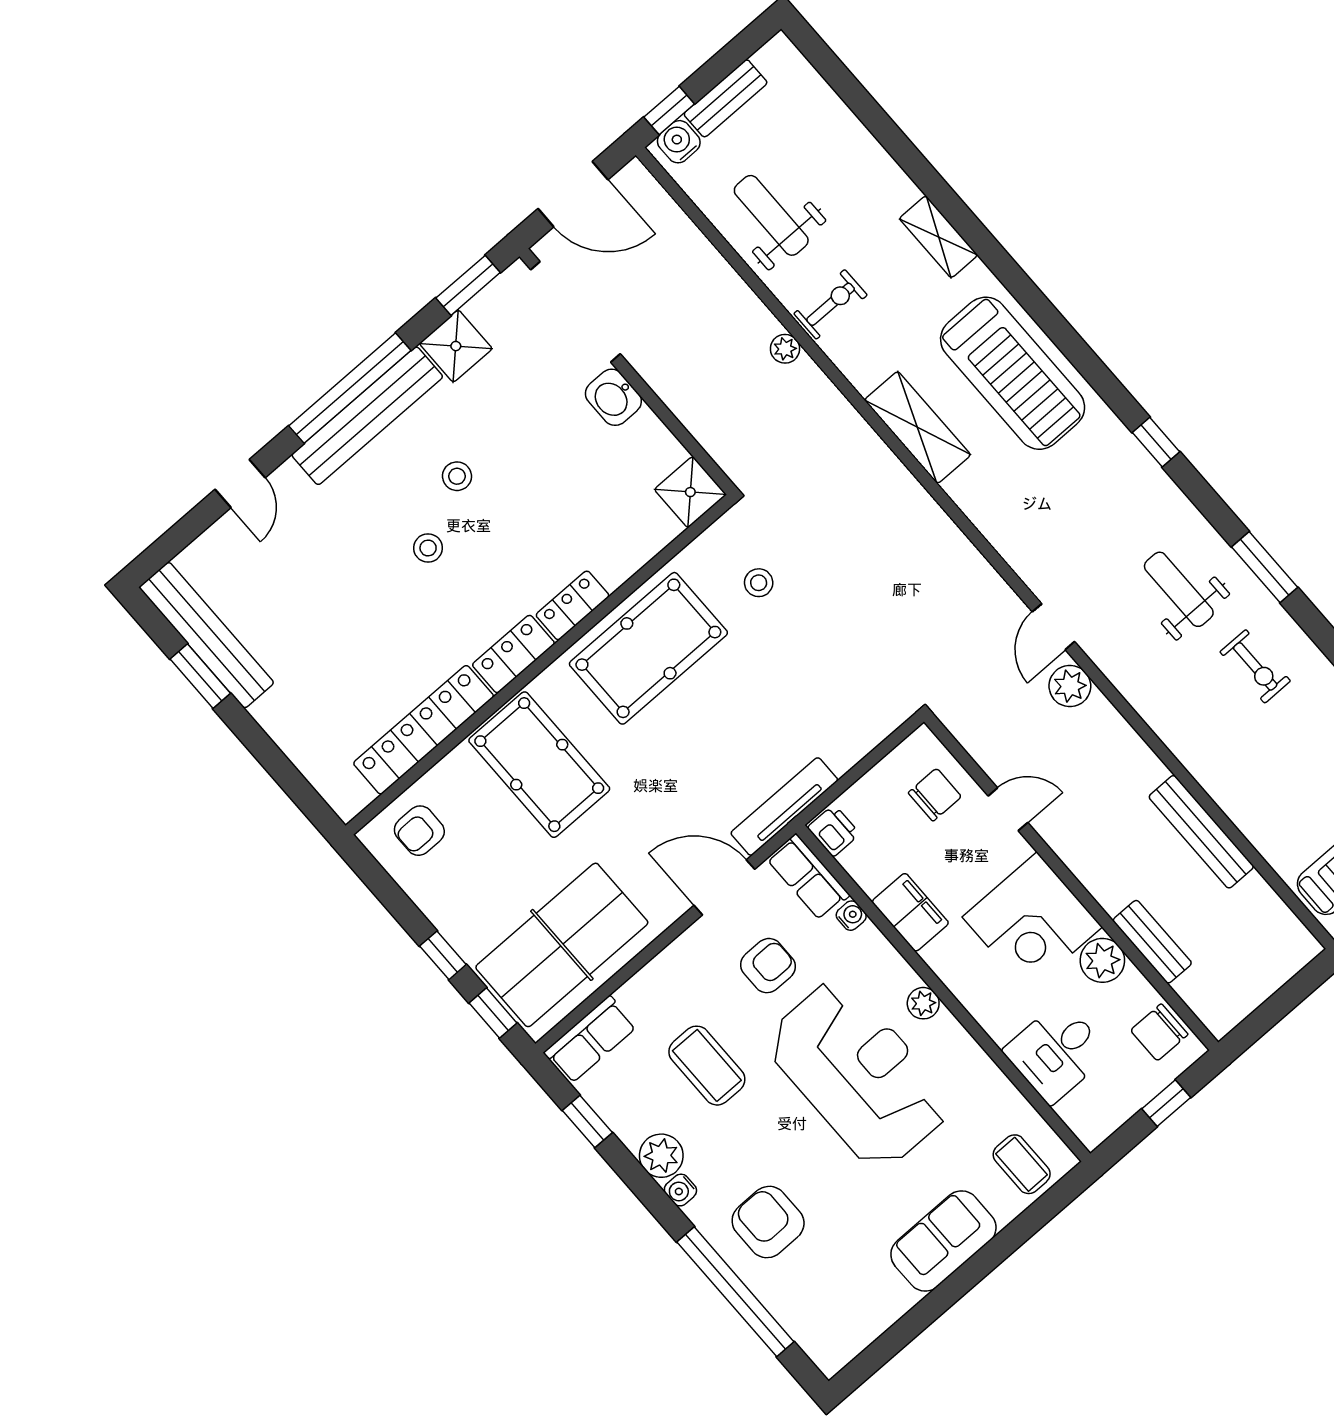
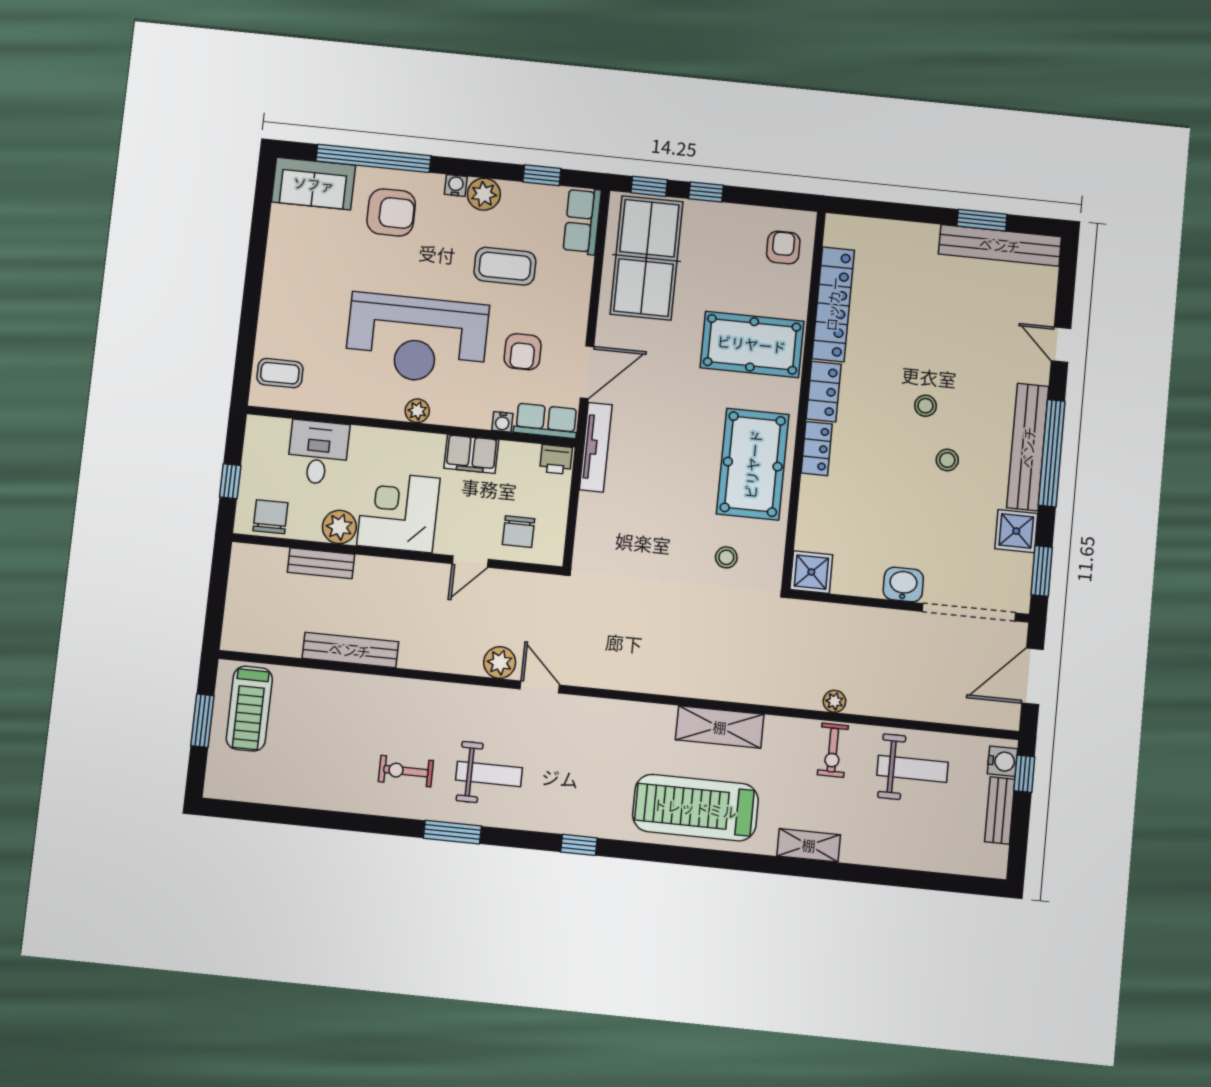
sofa: (943, 1241) -> (314, 184), moved, turned 90

